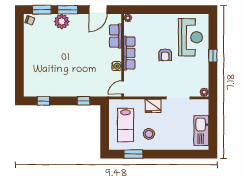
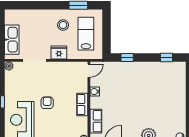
row of seats: (129, 53) -> (82, 104), width x0.68
kitchen sink: (201, 131) -> (12, 40), moved

